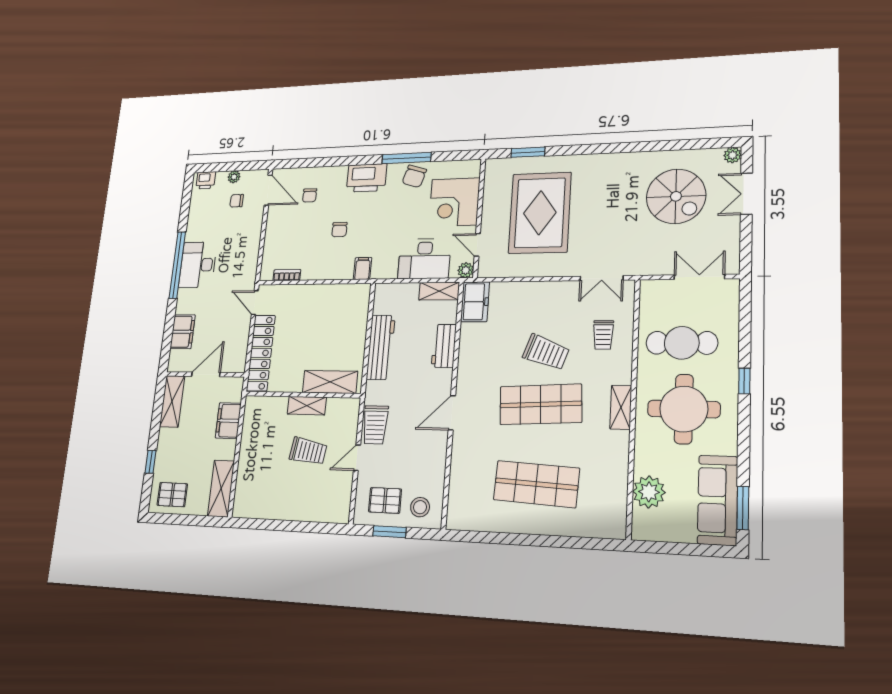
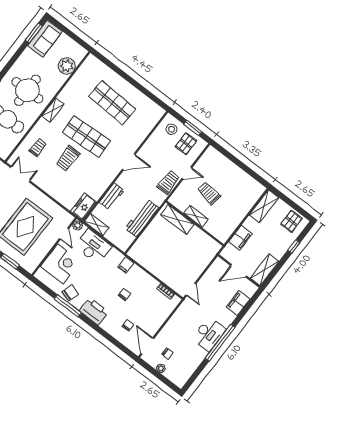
printer: (206, 180) -> (177, 379), removed
trolley: (546, 352) -> (68, 158), turned -110
locker: (261, 353) -> (203, 260), removed
pallet: (172, 495) -> (291, 221), turned 90
pallet: (385, 500) -> (186, 144), turned 90
sofa: (718, 500) -> (45, 38), width x0.73

